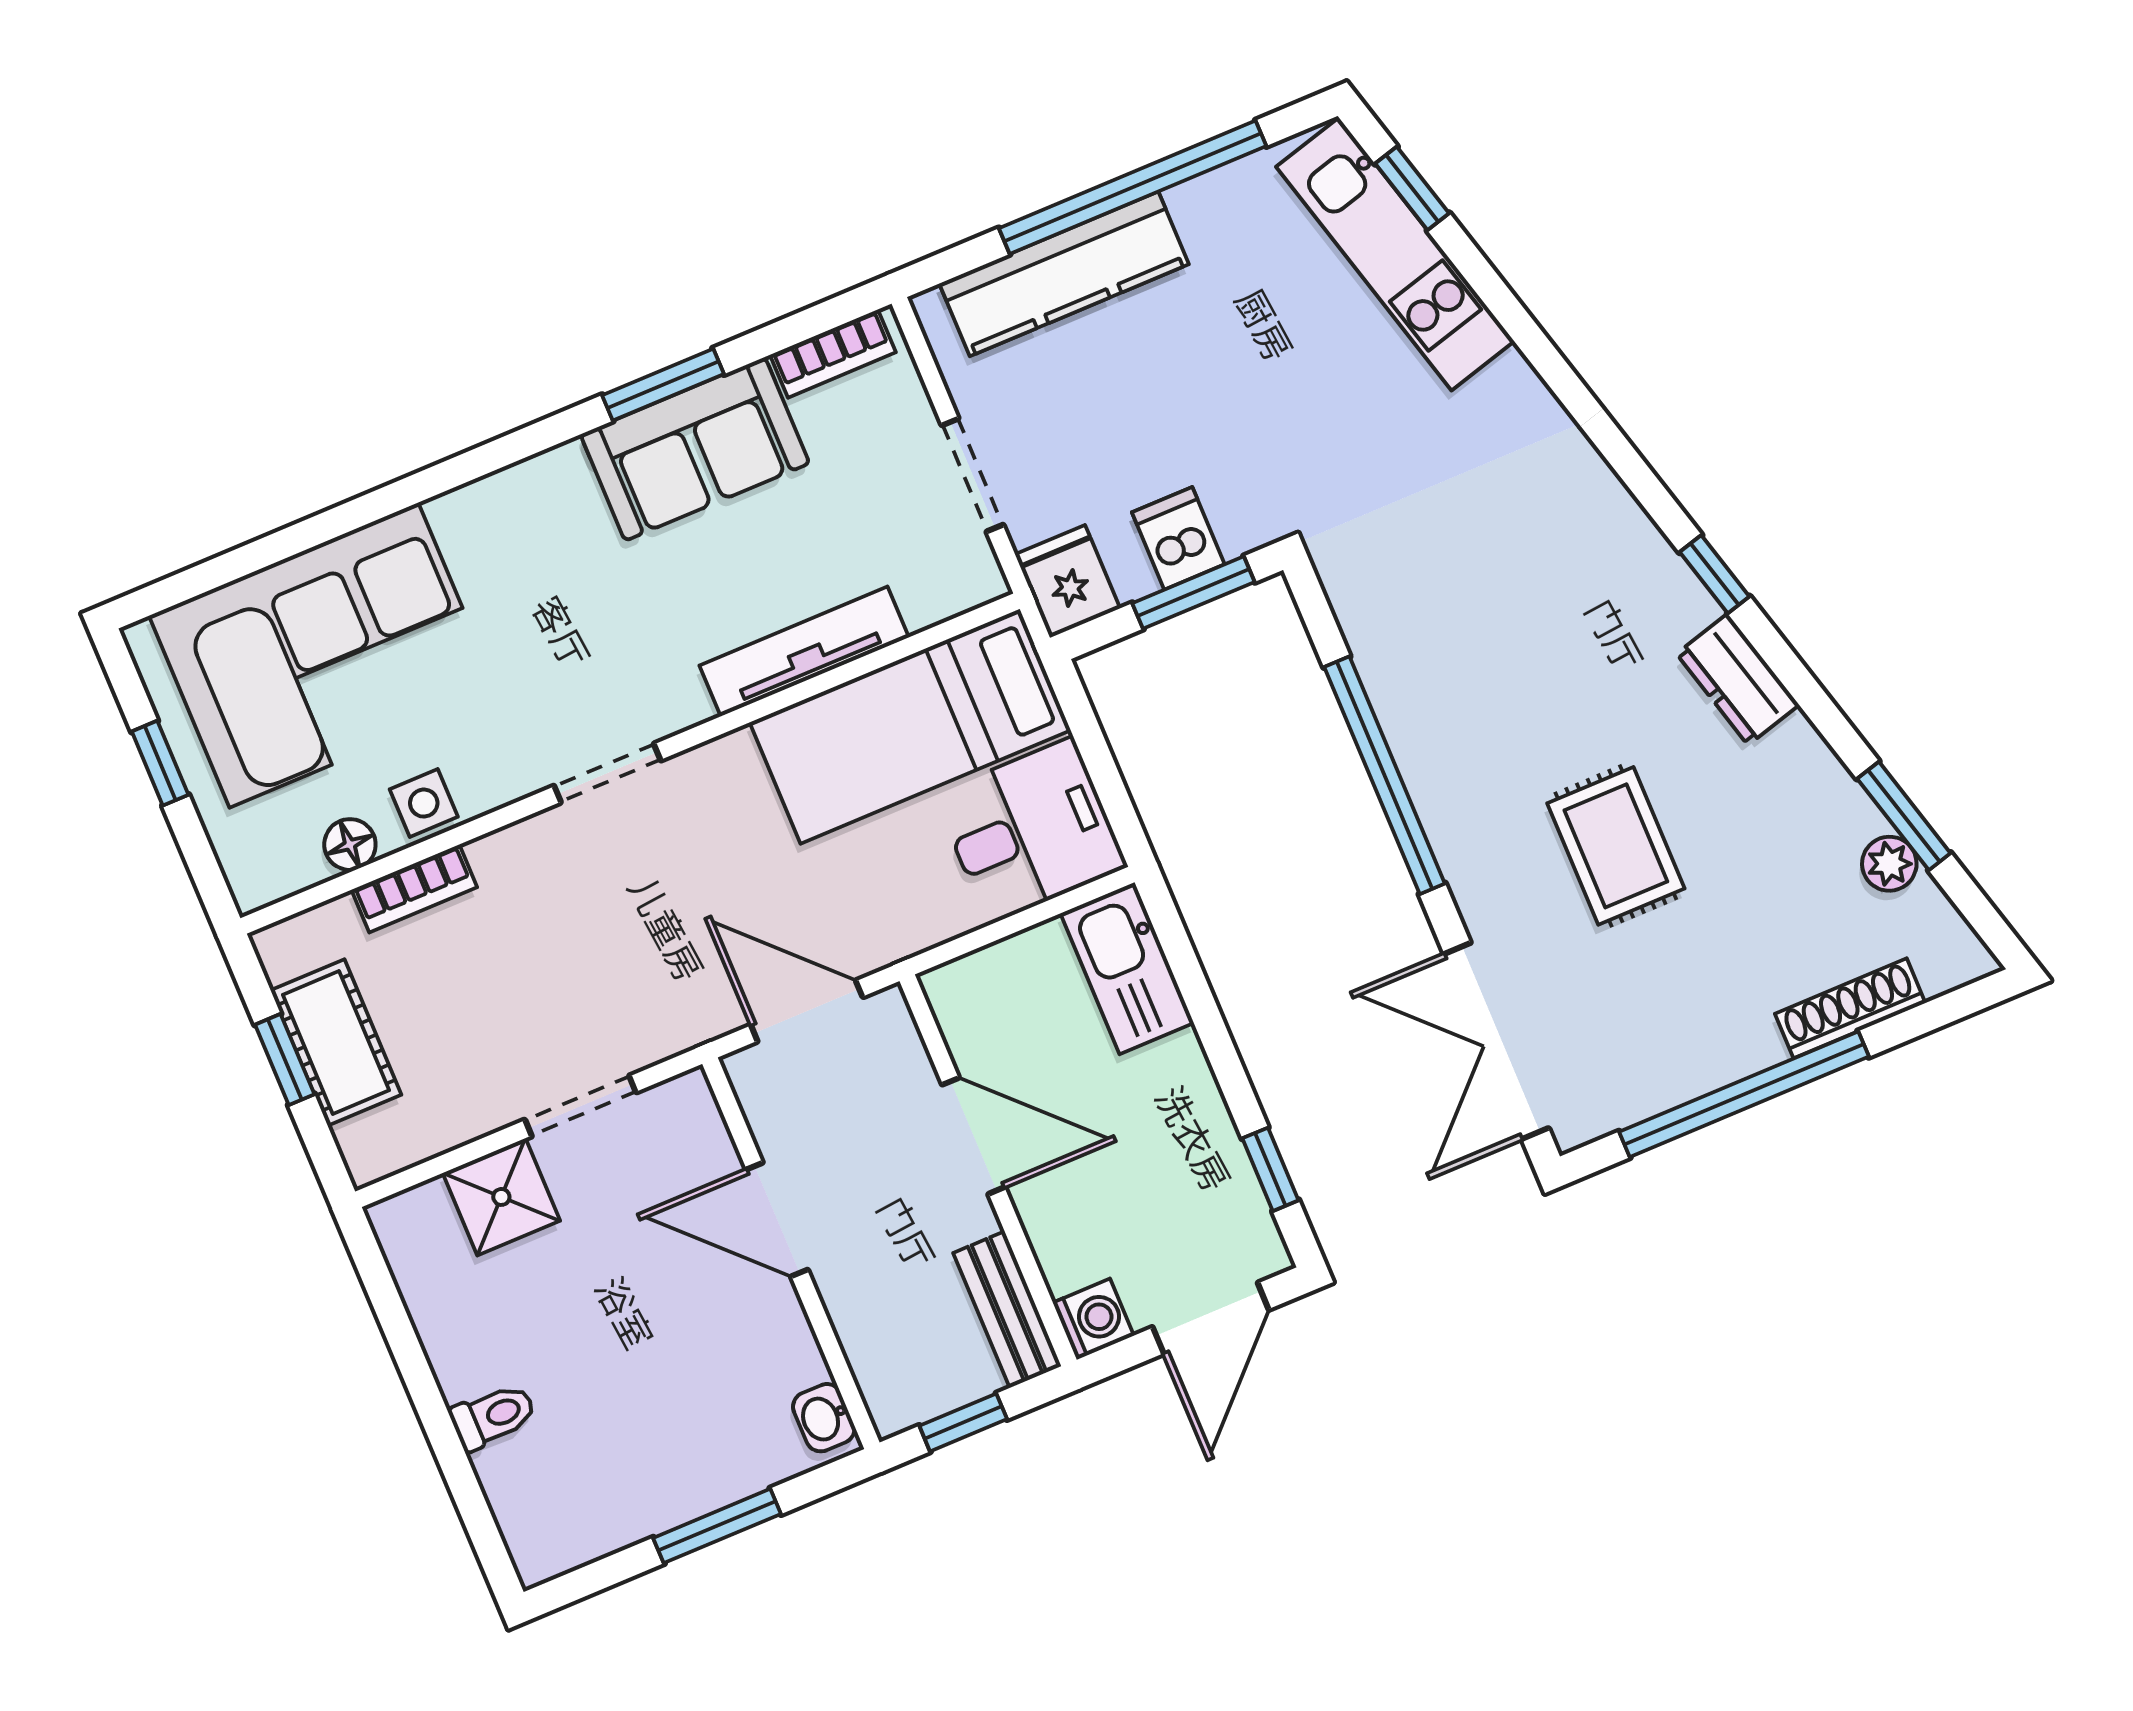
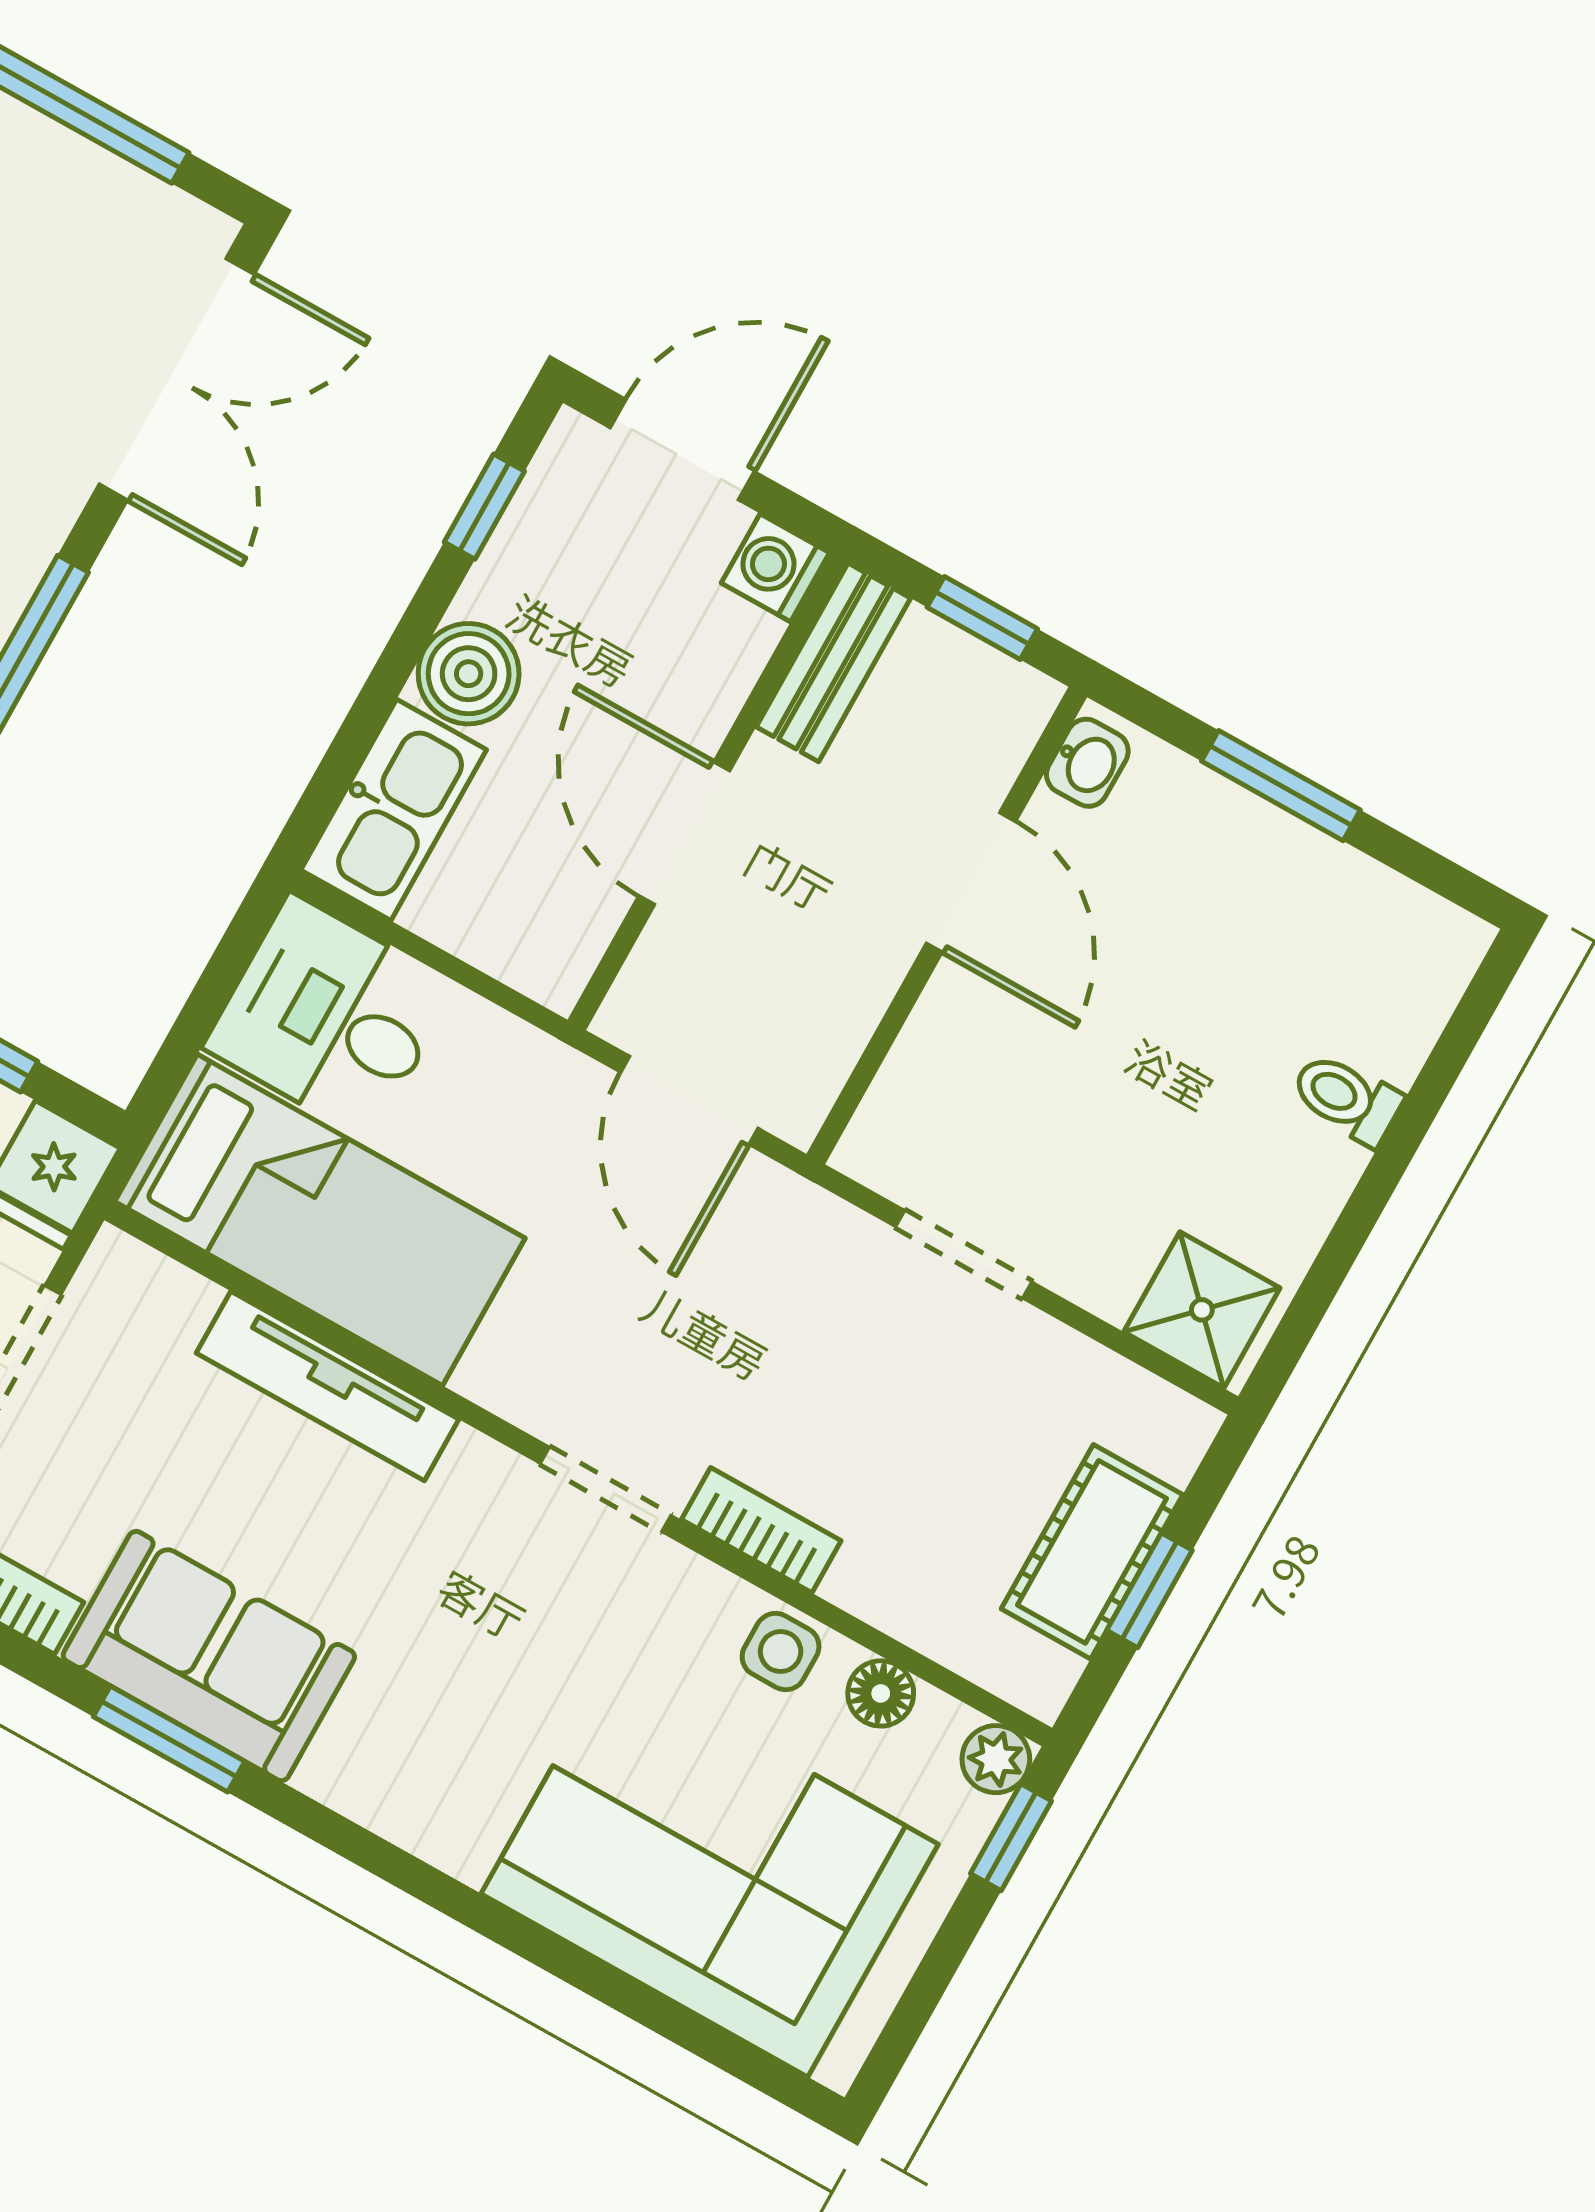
window: (160, 763) -> (1011, 1837), moved
plant: (254, 884) -> (996, 1759), added
bookcase: (414, 889) -> (761, 1530), moved
boiler: (1175, 1080) -> (469, 674), added
shower: (501, 1197) -> (1202, 1310), moved
door: (777, 1220) -> (971, 882), moved

